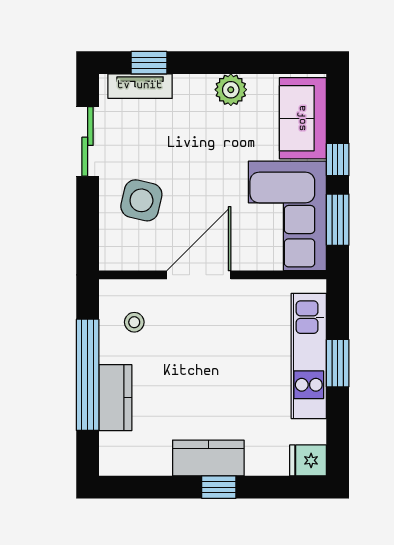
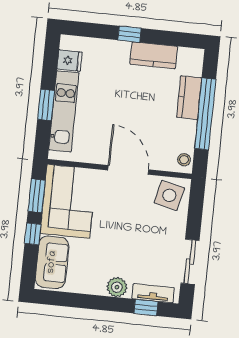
plant: (231, 90) -> (117, 287), moved
side table: (141, 200) -> (169, 195), moved
door: (199, 275) -> (128, 170), swing flipped
stool: (134, 322) -> (184, 160), moved
kitchen counter: (208, 458) -> (154, 55), moved
fridge: (308, 460) -> (70, 60), moved

